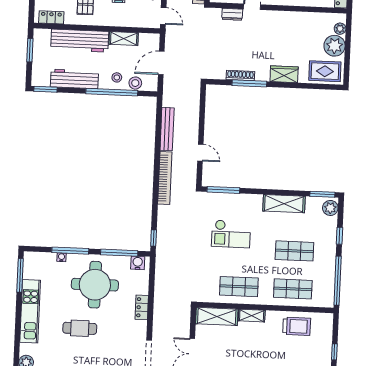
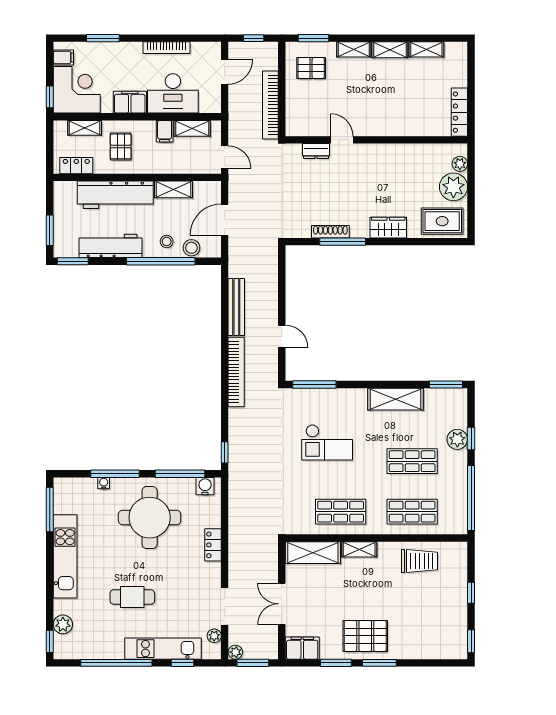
window: (30, 50) -> (50, 230), moved
plant: (330, 208) -> (457, 439), moved
cafe table: (80, 328) -> (132, 597), moved

